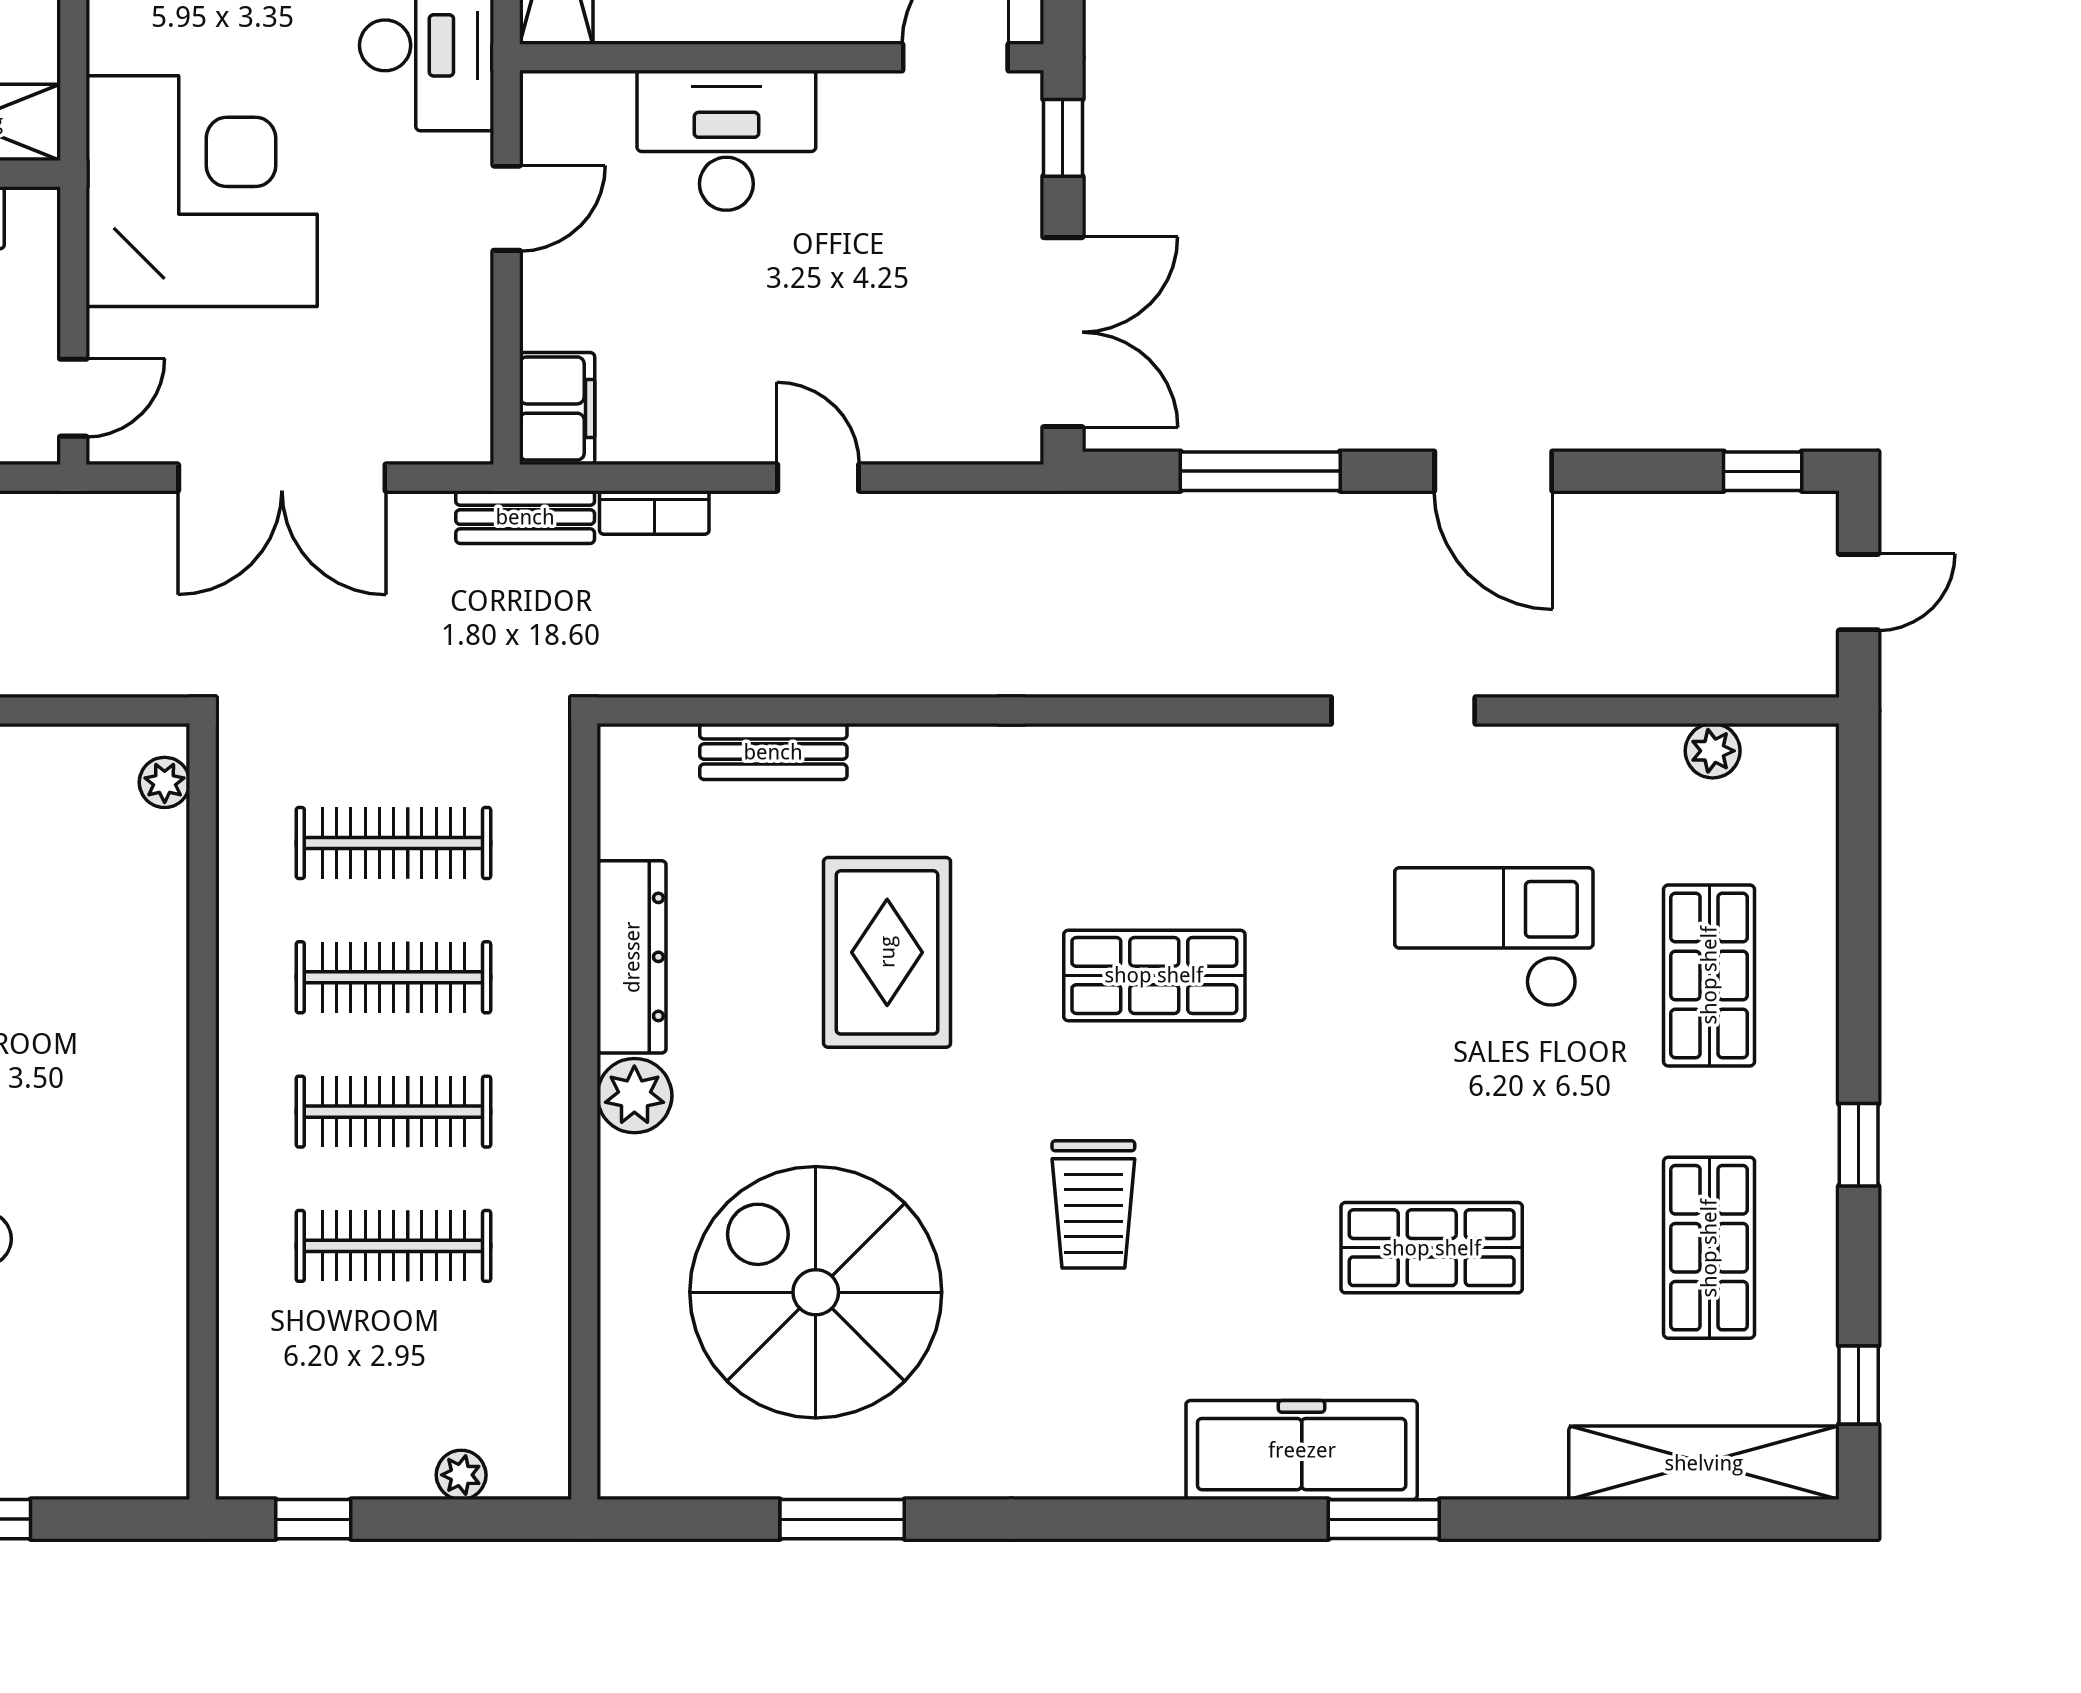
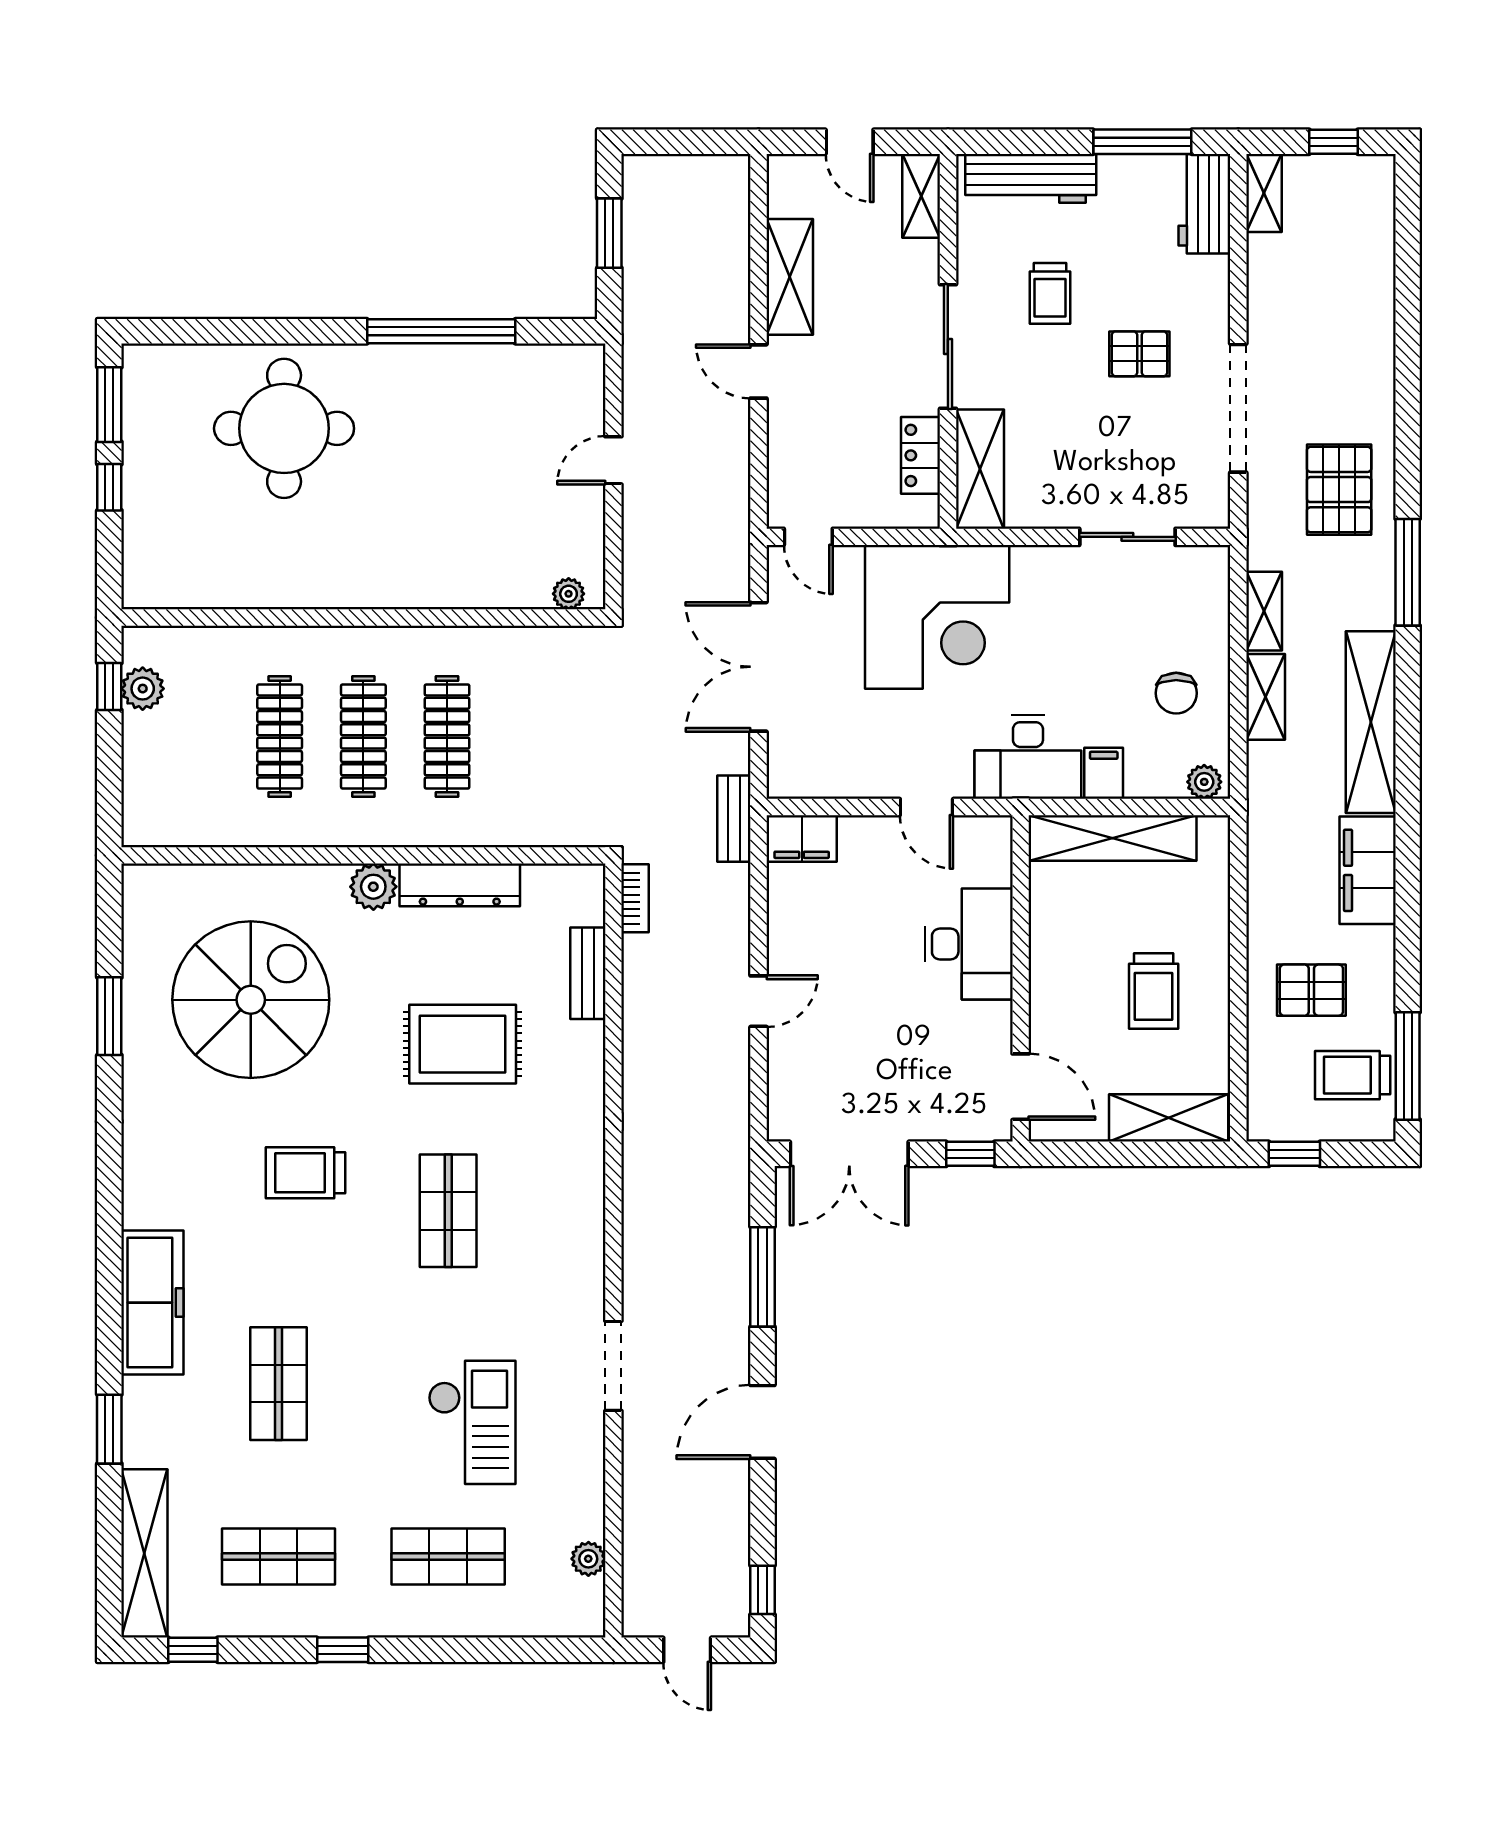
bookcase: (654, 512) -> (635, 898), moved, turned 180
clothes rail: (393, 843) -> (531, 736), removed
plant: (461, 1475) -> (143, 689), moved, width x1.38, depth x1.38
window: (1384, 1519) -> (109, 1429), moved

